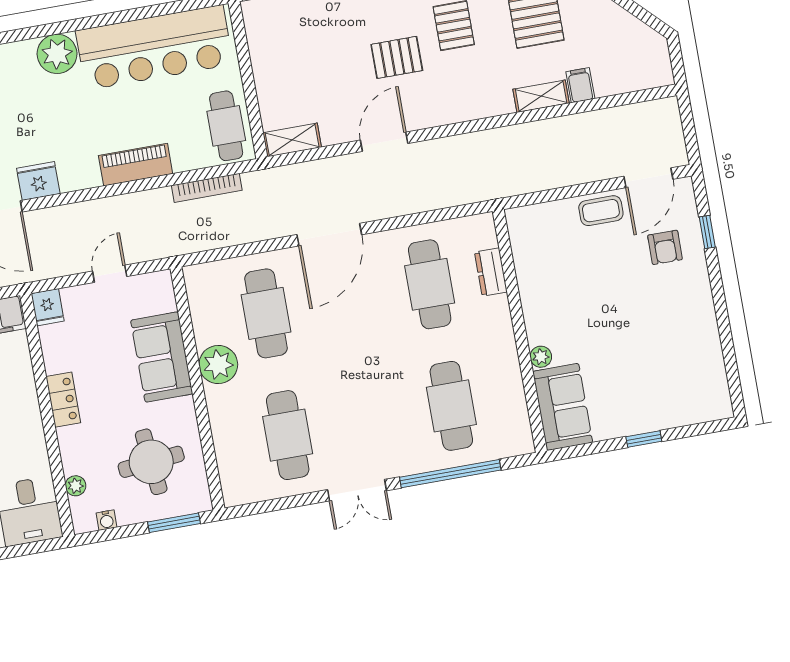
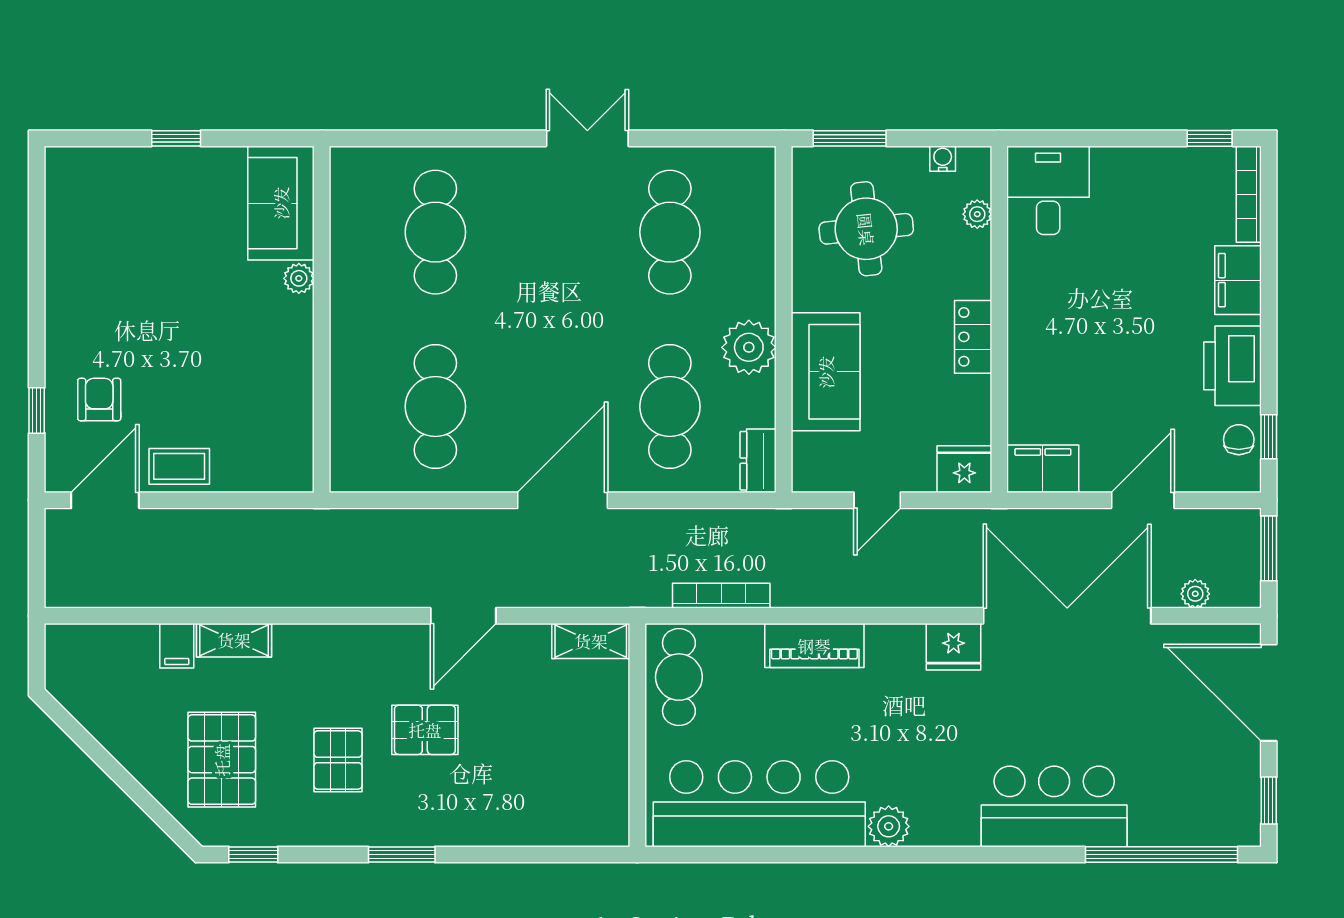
plant: (57, 54) -> (889, 826), width x0.73, depth x0.73
dresser: (491, 272) -> (758, 461), moved, turned 180
fridge: (48, 307) -> (964, 469), width x1.38
window: (450, 474) -> (454, 138), removed

